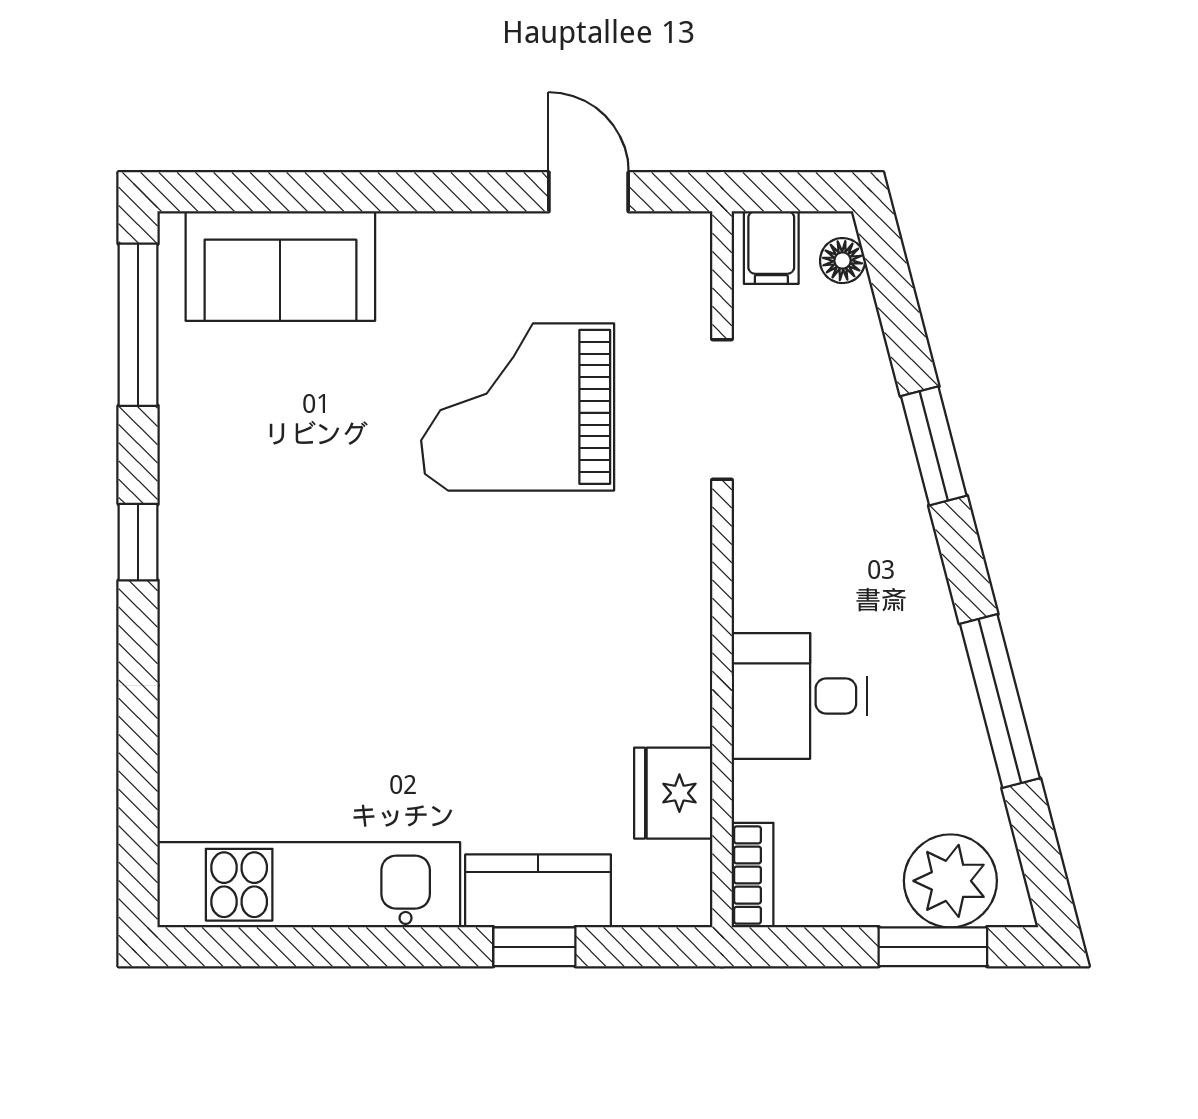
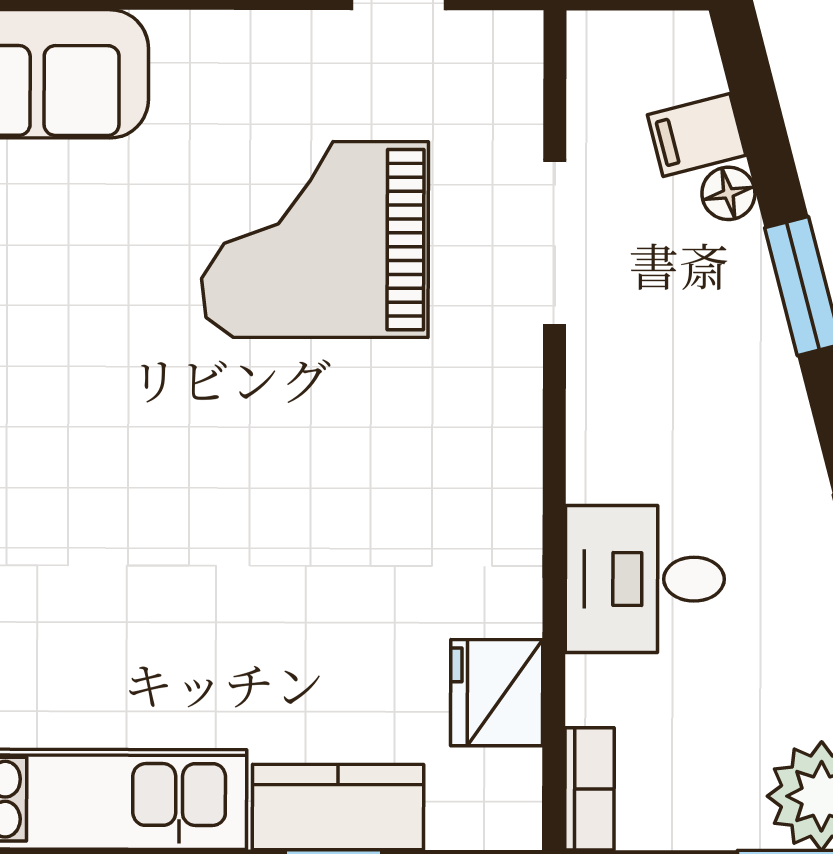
filing cabinet: (771, 248) -> (697, 135), moved, turned 75
floor lamp: (843, 261) -> (728, 193), moved

